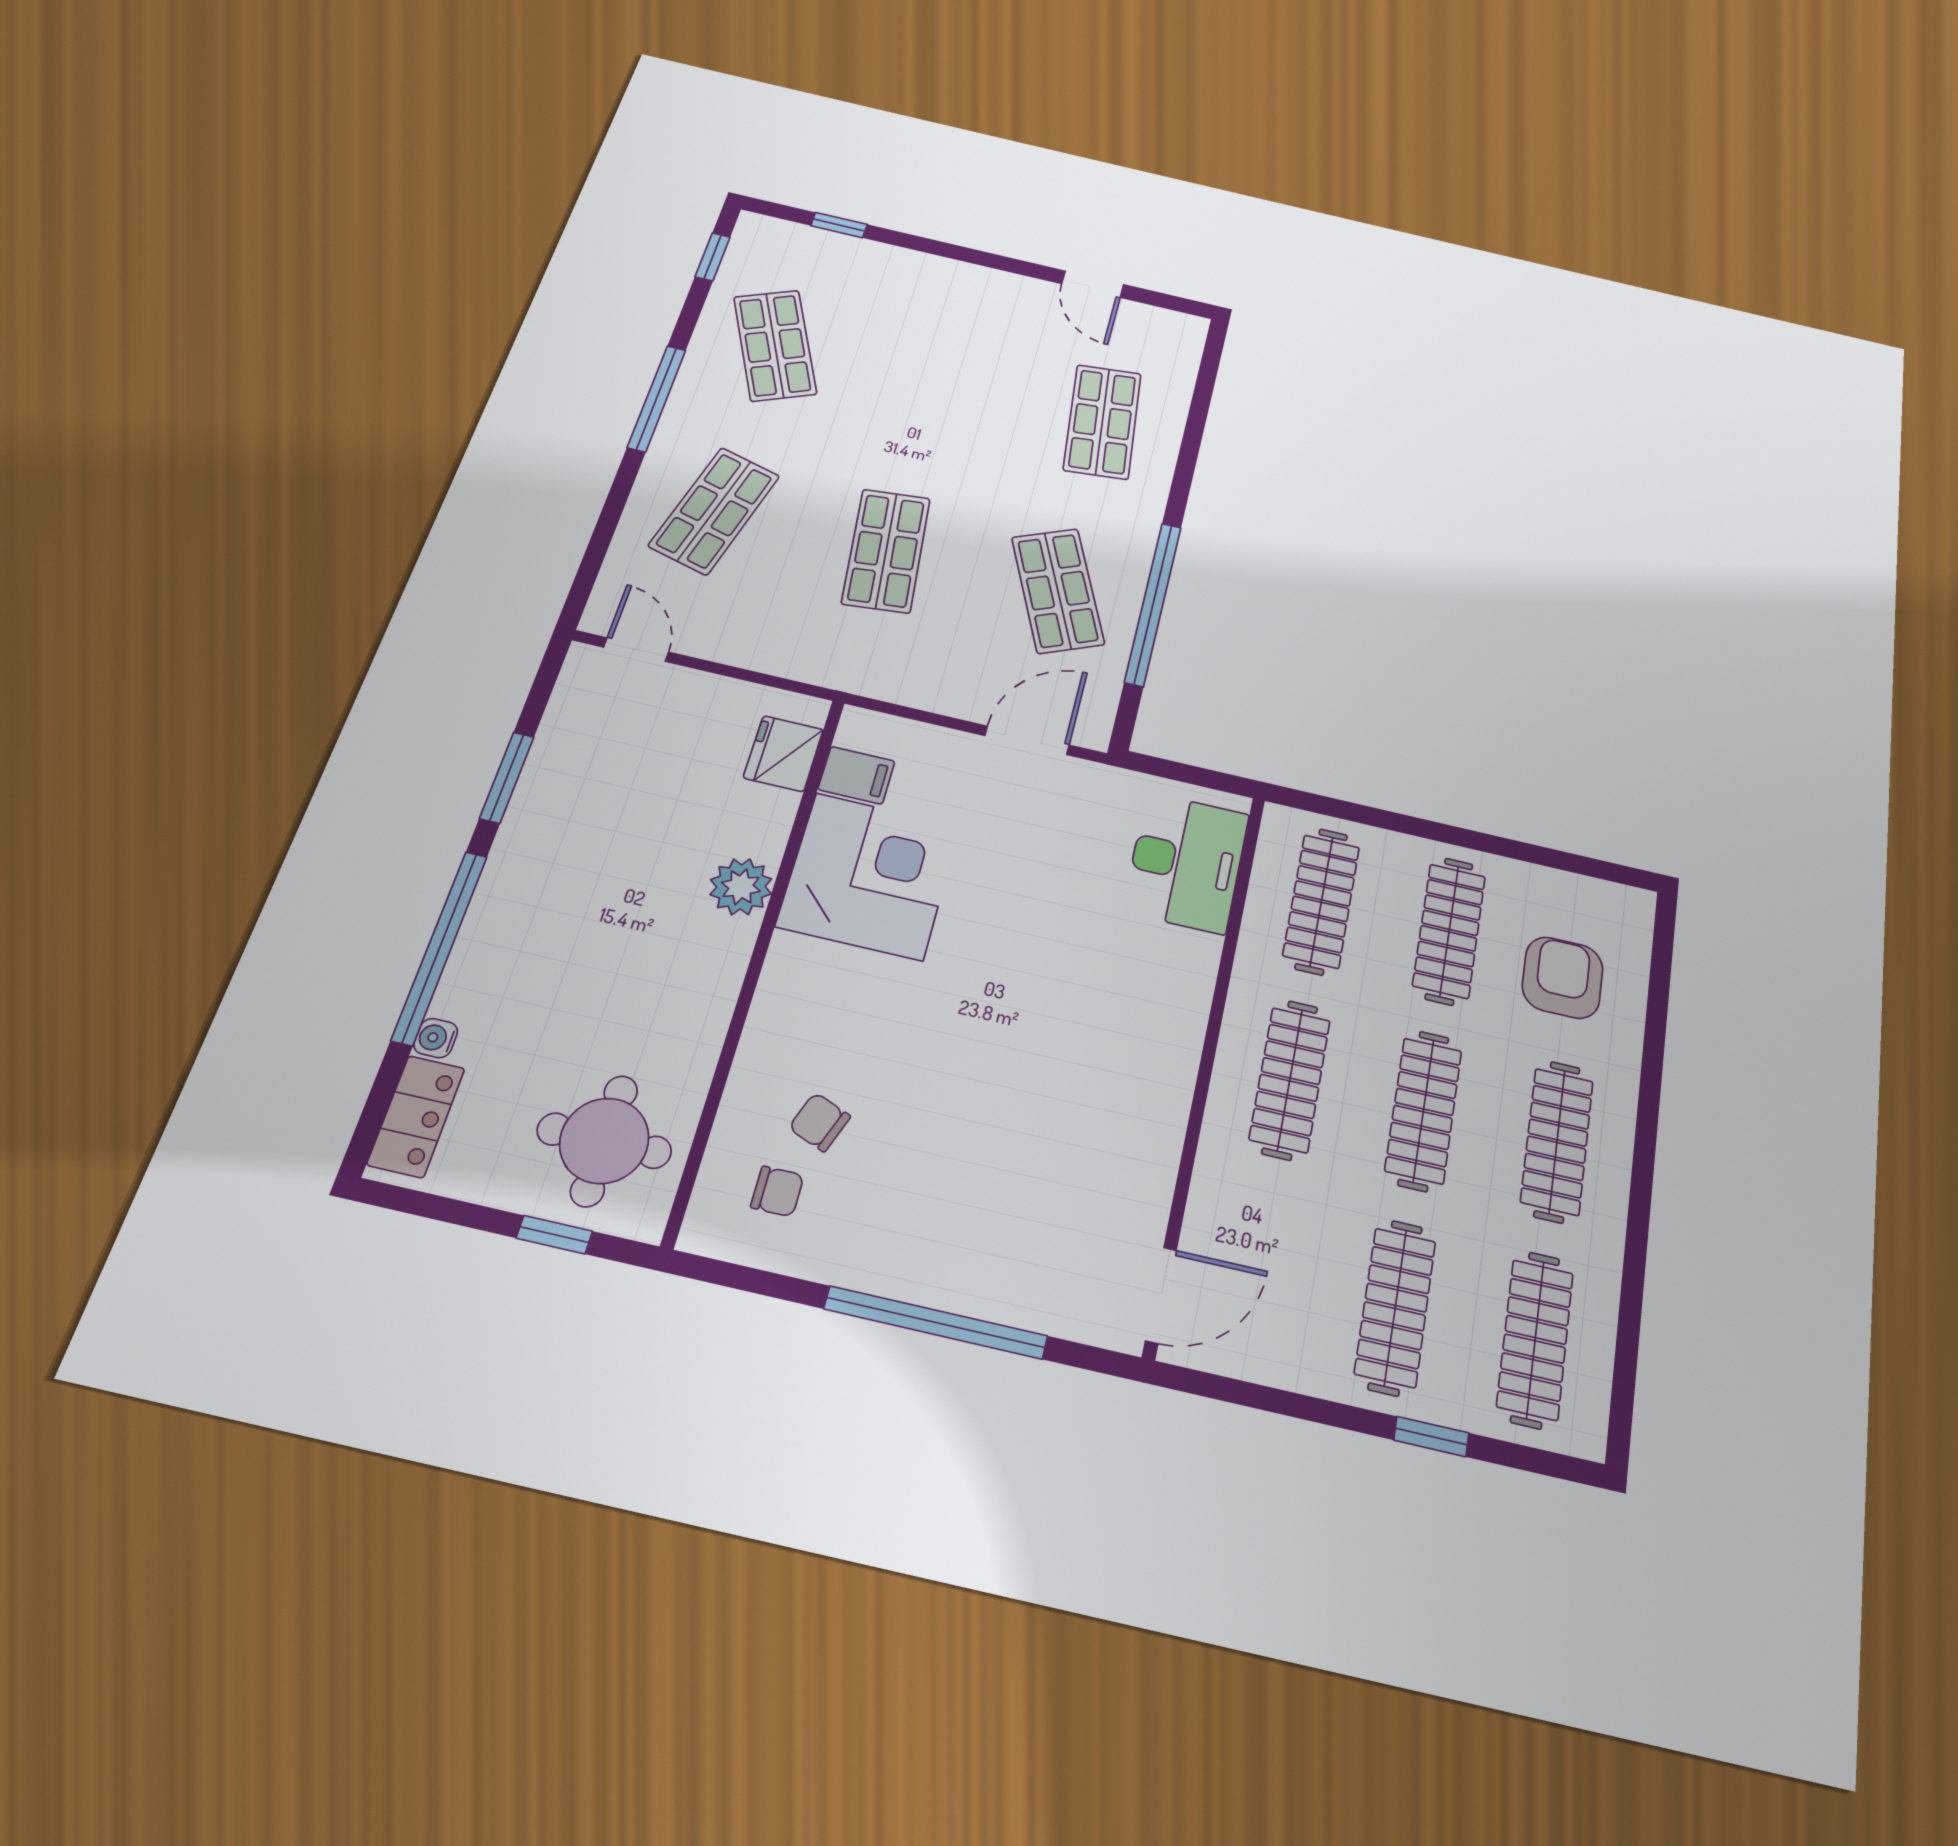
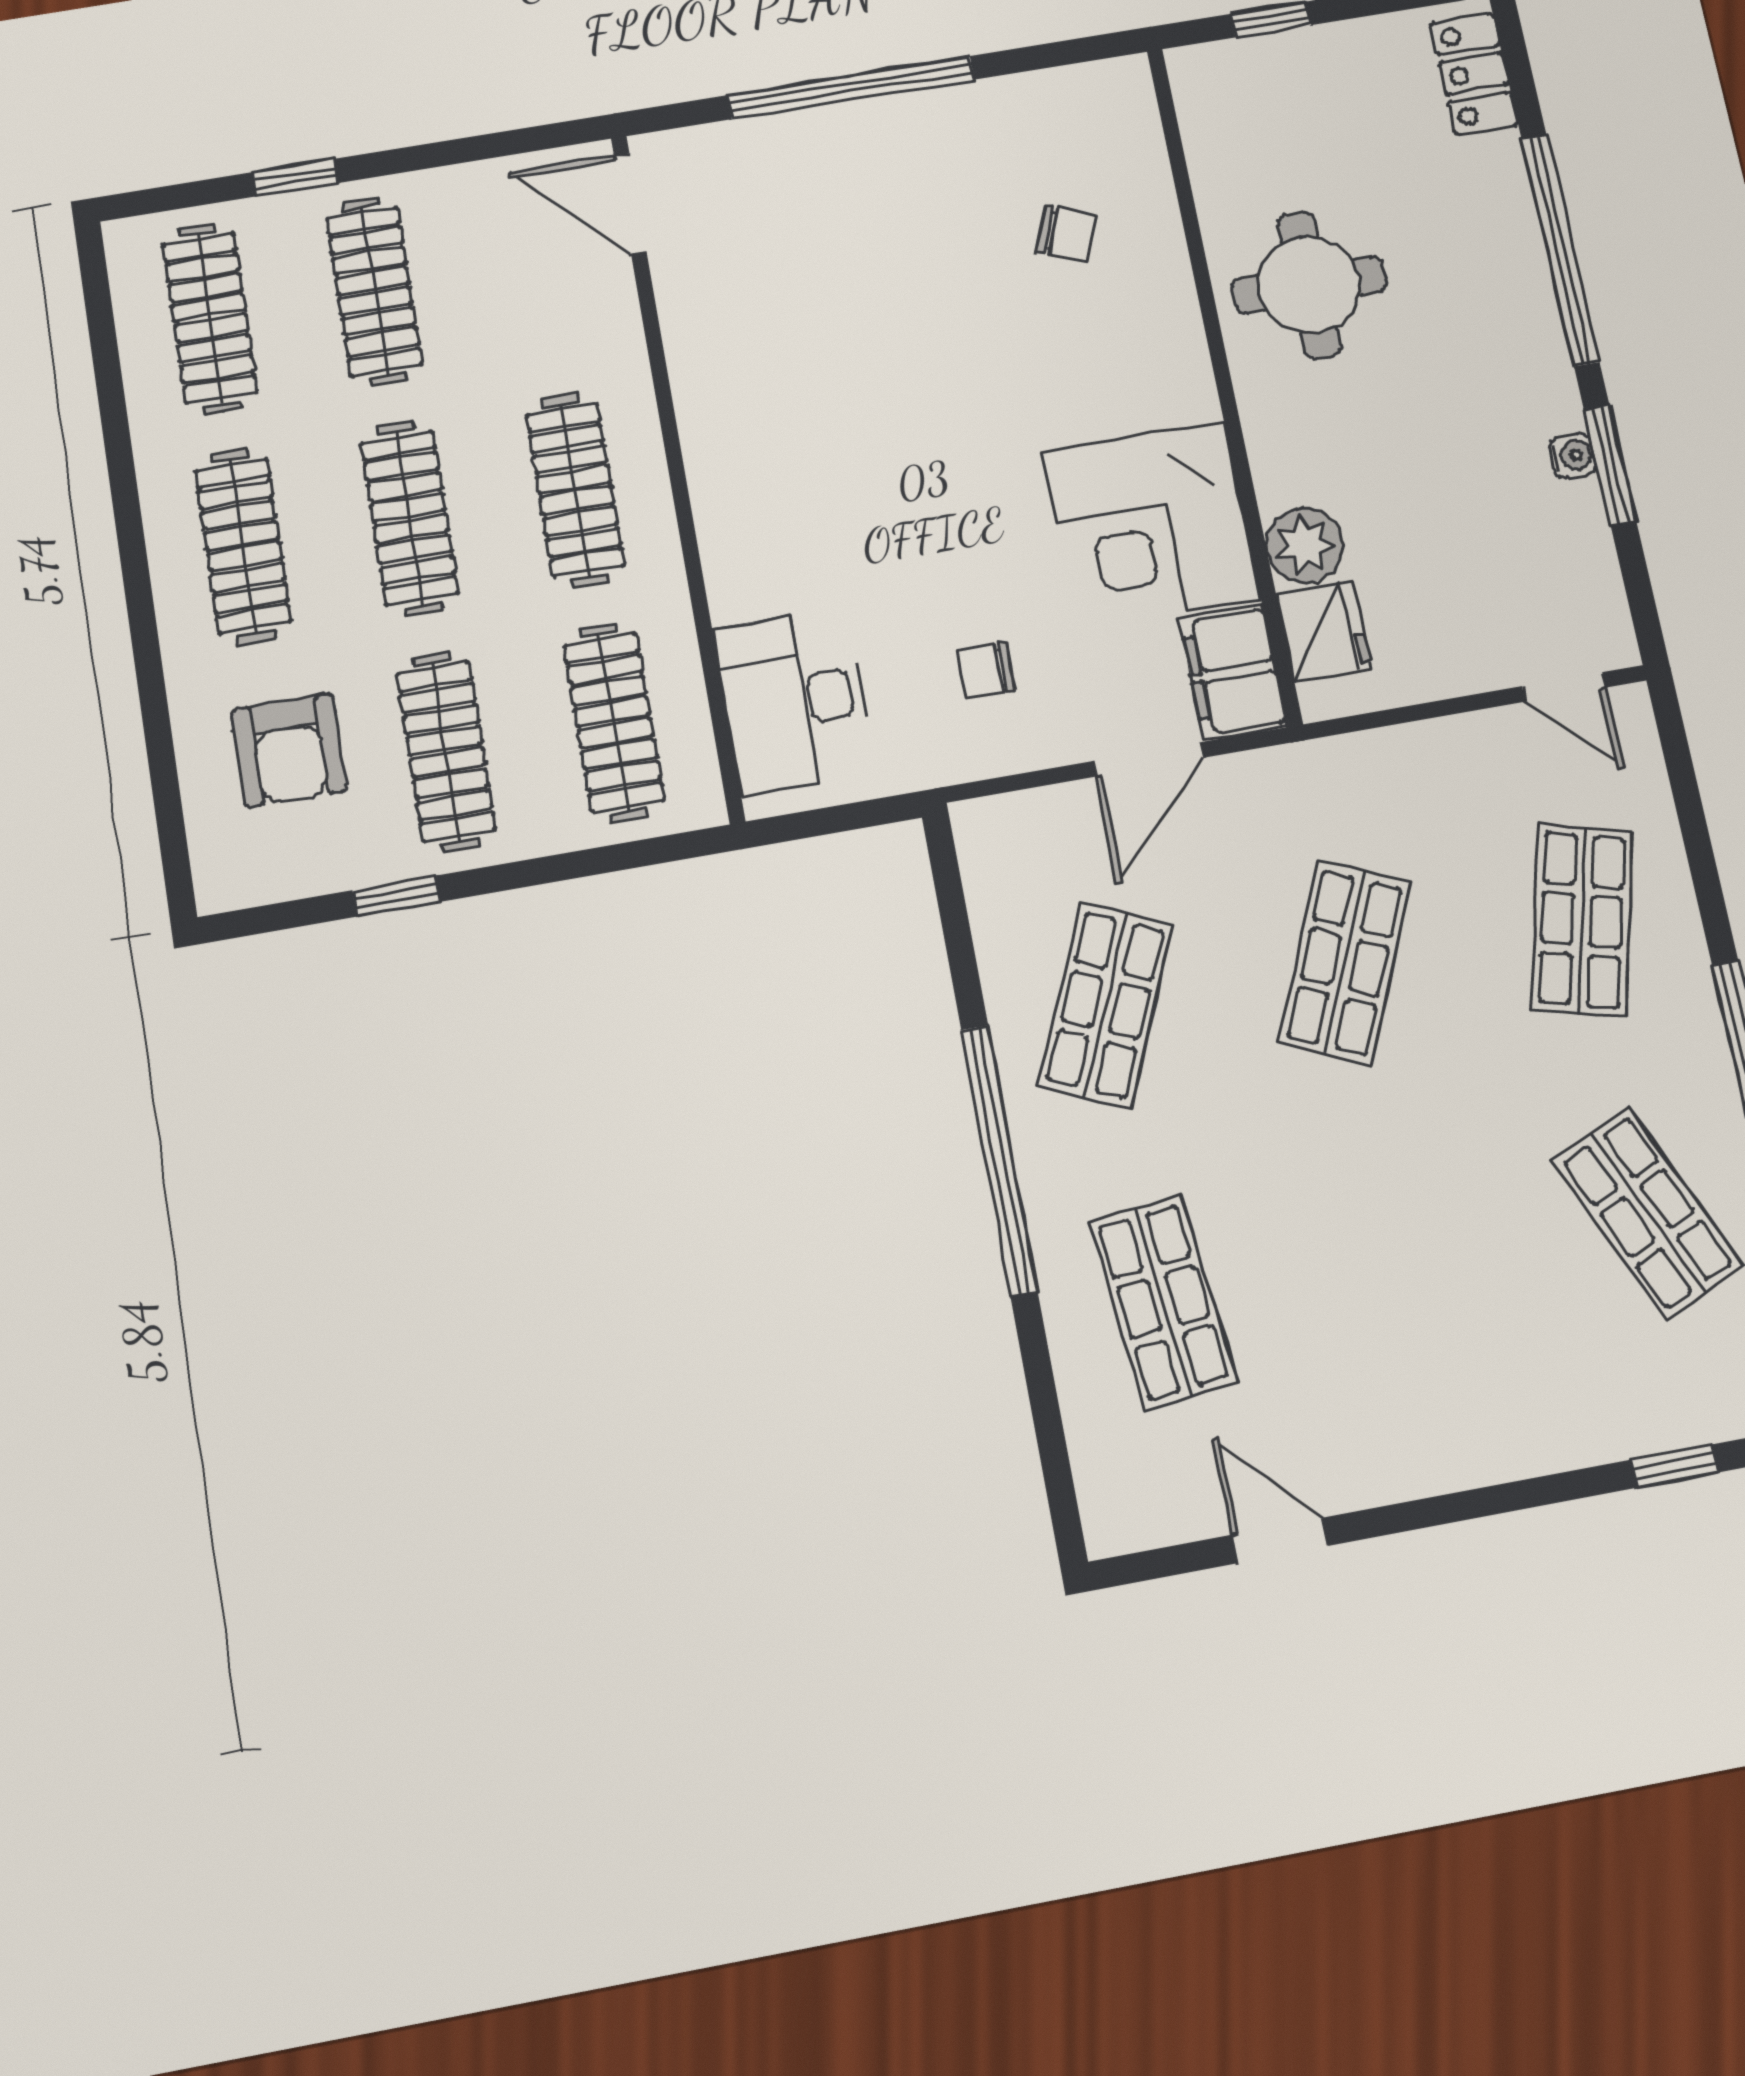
shop shelf: (886, 551) -> (1345, 962), turned 30
shop shelf: (1058, 591) -> (1106, 1005), turned 48
window: (1153, 604) -> (999, 1160), moved
door: (1027, 740) -> (1148, 759), moved
filing cabinet: (856, 775) -> (1233, 672), width x2.00
window: (1514, 850) -> (396, 896), added
plant: (741, 887) -> (1305, 545), moved
water cooler: (436, 1038) -> (1573, 456), moved
round table: (604, 1141) -> (1309, 285), moved
chair: (777, 1191) -> (986, 670), moved
door: (1161, 1295) -> (630, 204), hinge flipped

